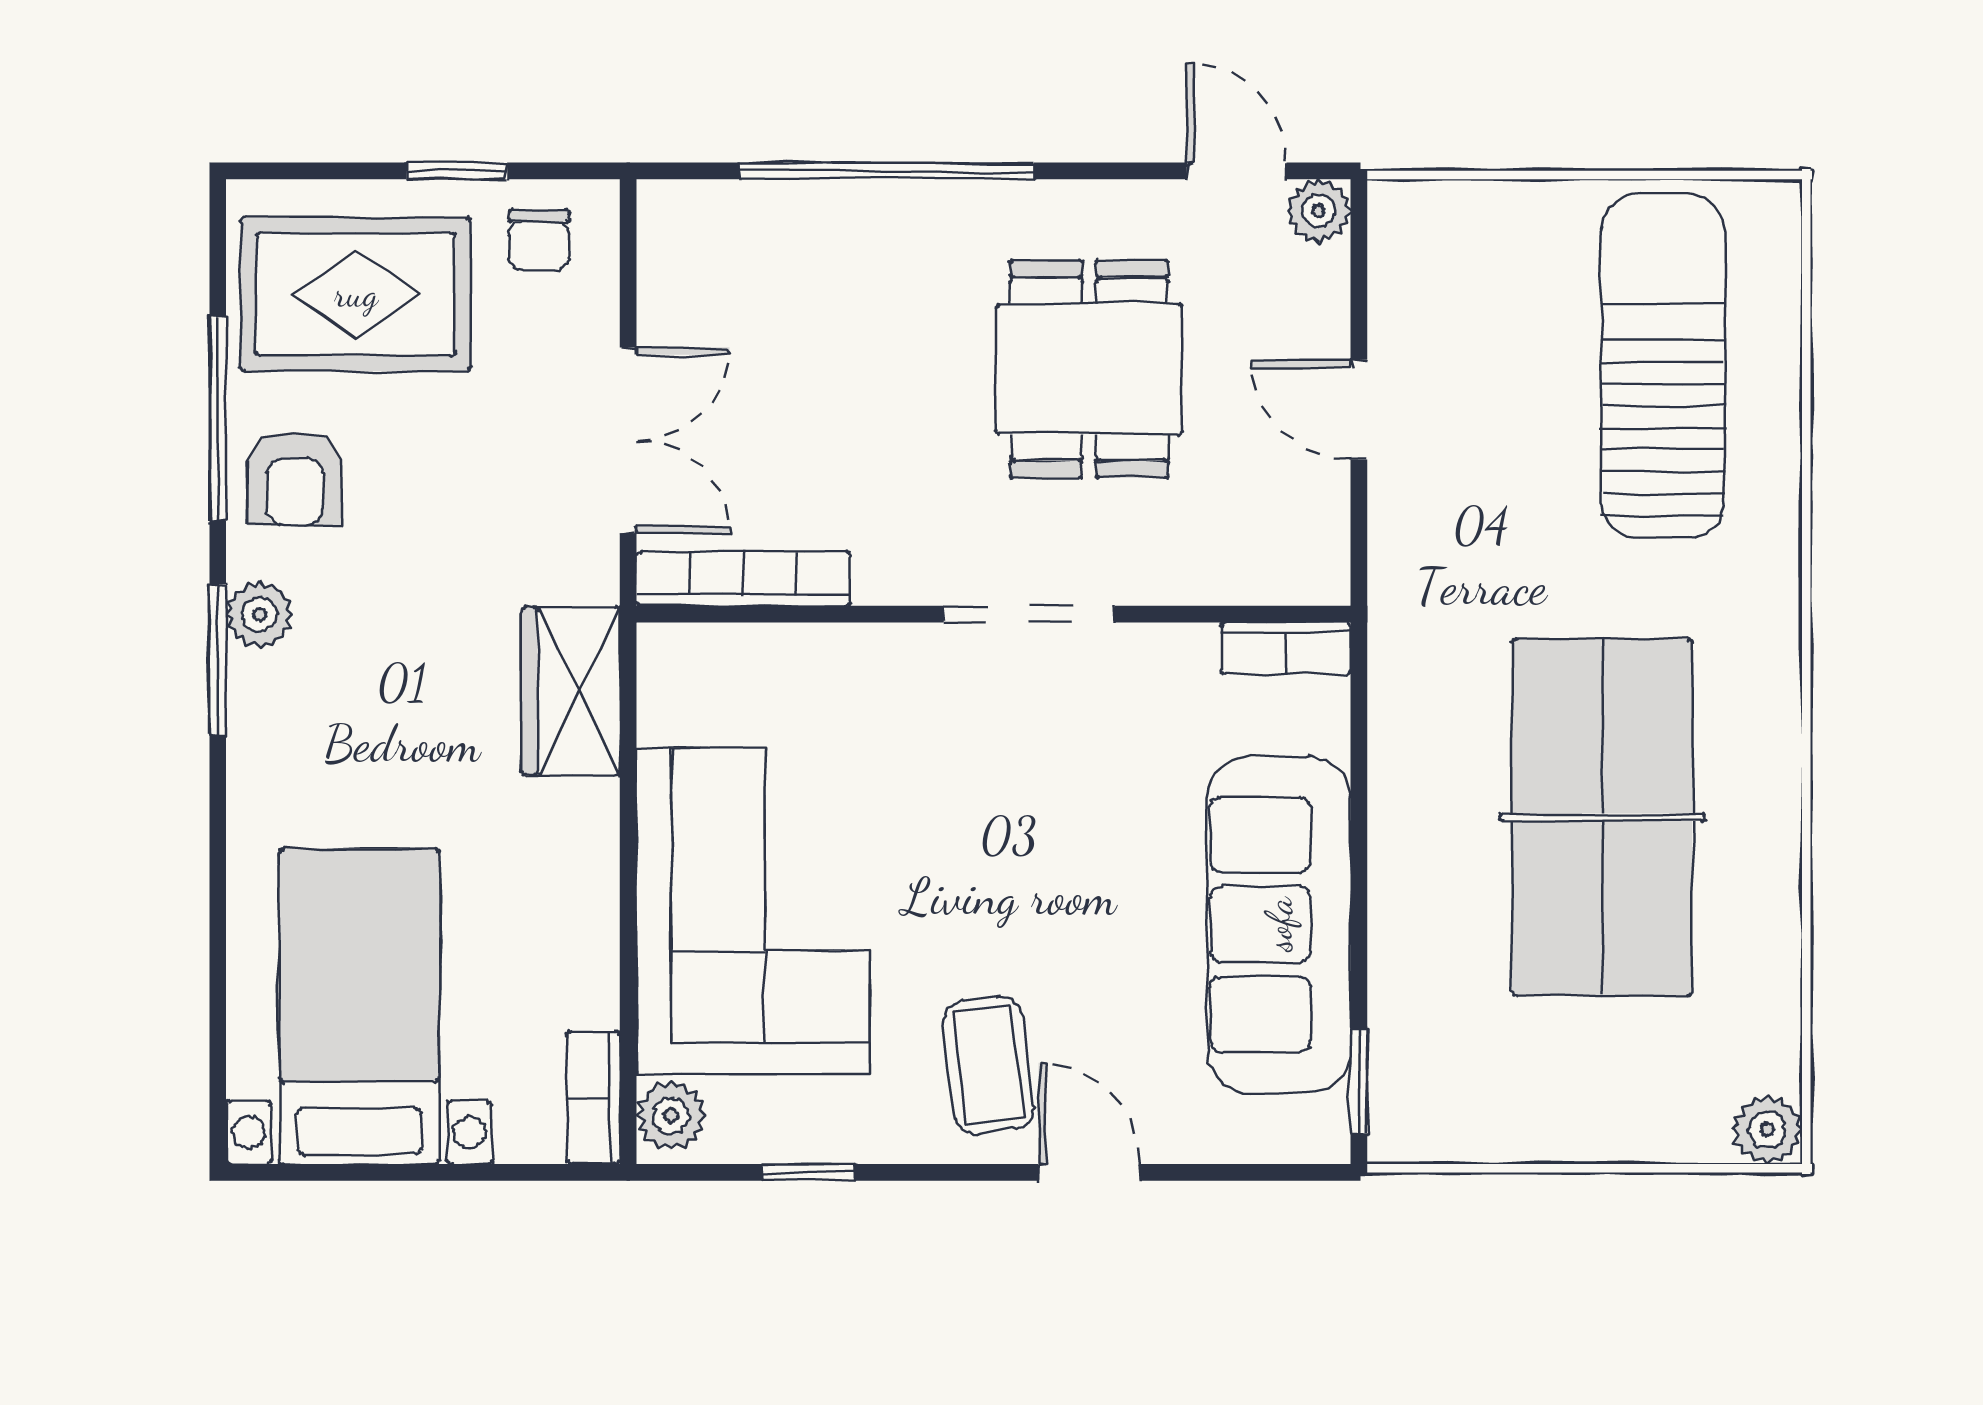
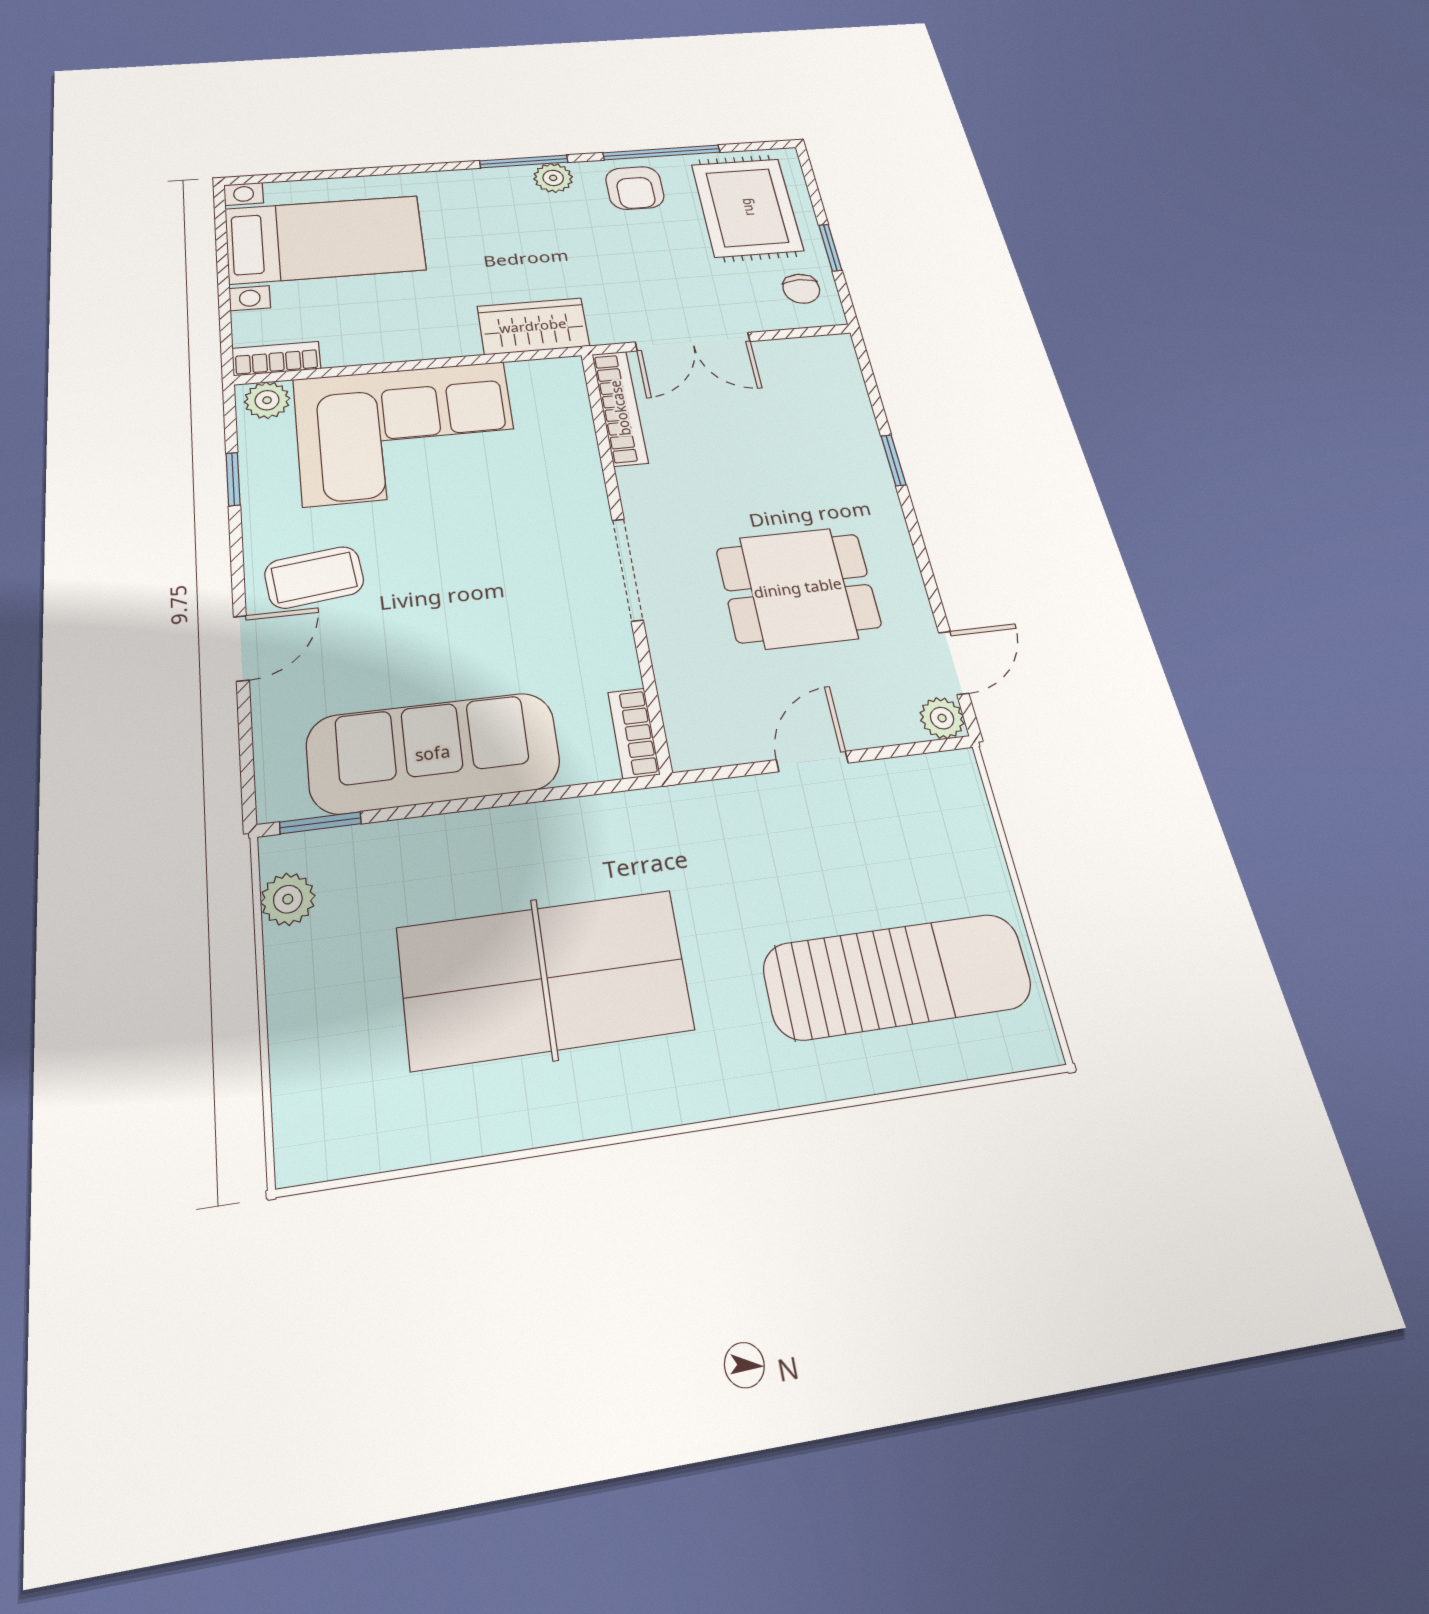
window: (887, 171) -> (893, 460), width x0.32
chair: (539, 240) -> (801, 289), turned -90
armchair: (295, 479) -> (635, 188), turned -90
plant: (1767, 1129) -> (288, 899), moved

